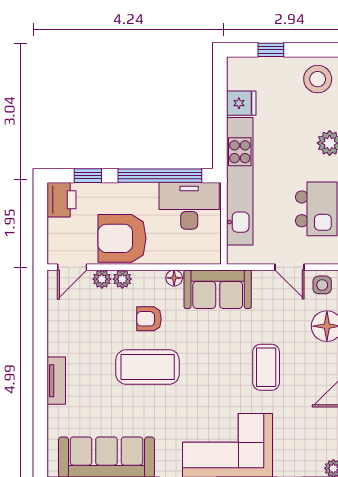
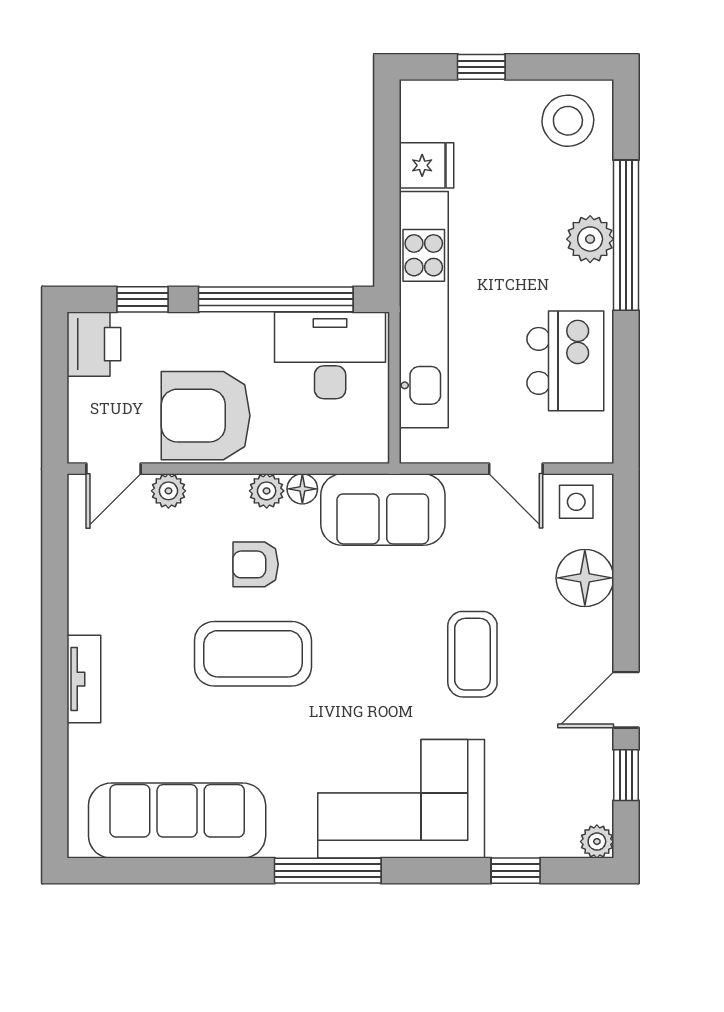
plant: (122, 279) -> (267, 491), moved

